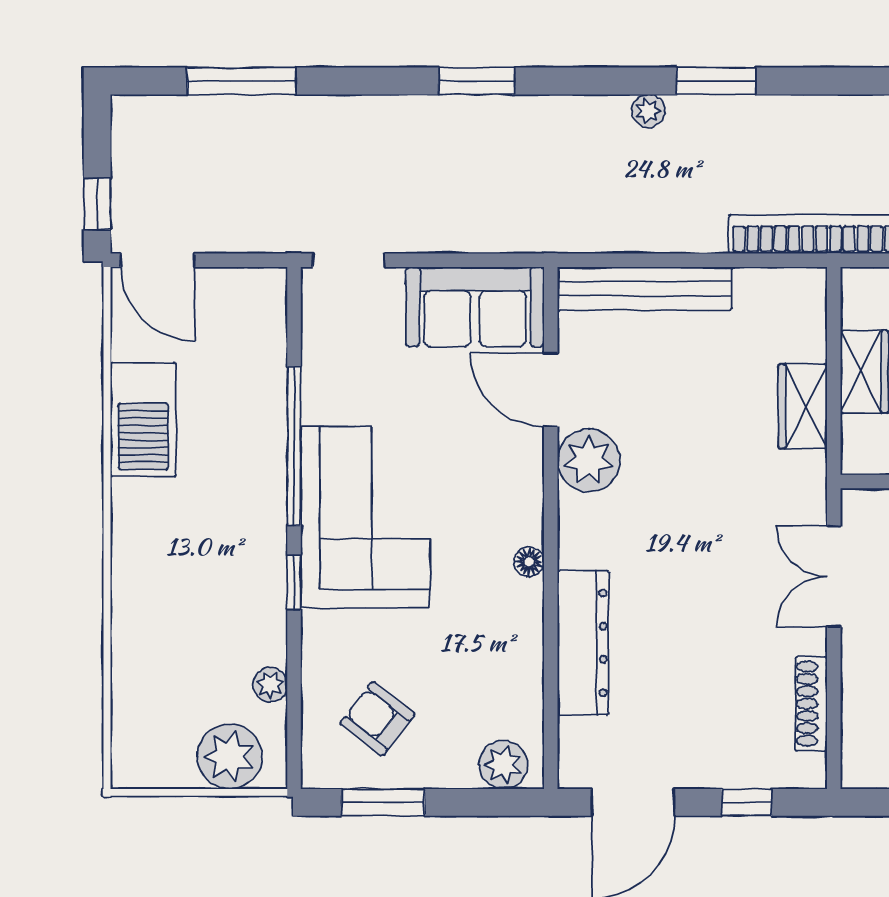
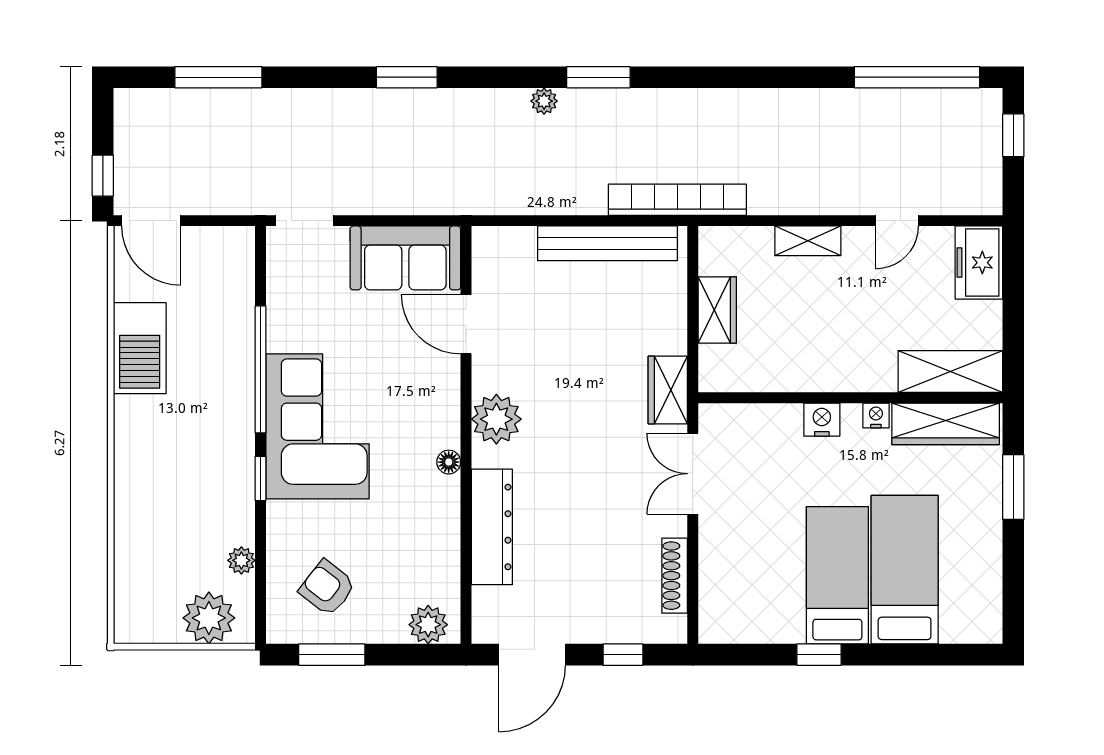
bench: (645, 289) -> (607, 243), moved
wardrobe: (803, 406) -> (668, 390), moved
plant: (589, 460) -> (496, 419), moved

